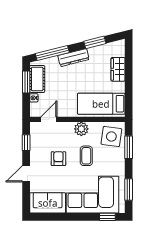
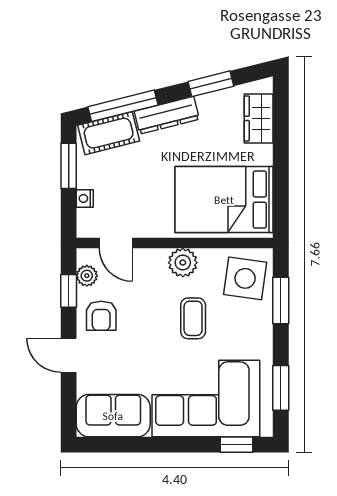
wardrobe: (118, 69) -> (259, 118), moved
cot: (37, 79) -> (109, 133), moved, turned 76
bed: (101, 104) -> (224, 200), width x1.50
door: (49, 119) -> (116, 243), swing flipped
plant: (35, 135) -> (87, 276), added
armchair: (58, 159) -> (101, 316), moved, turned 180
door: (26, 174) -> (69, 355), hinge flipped

